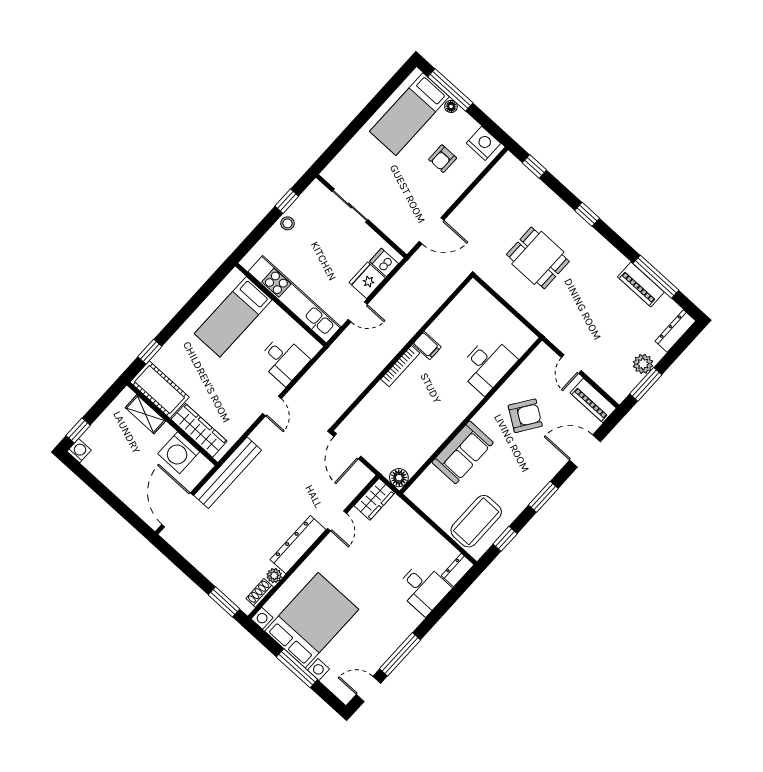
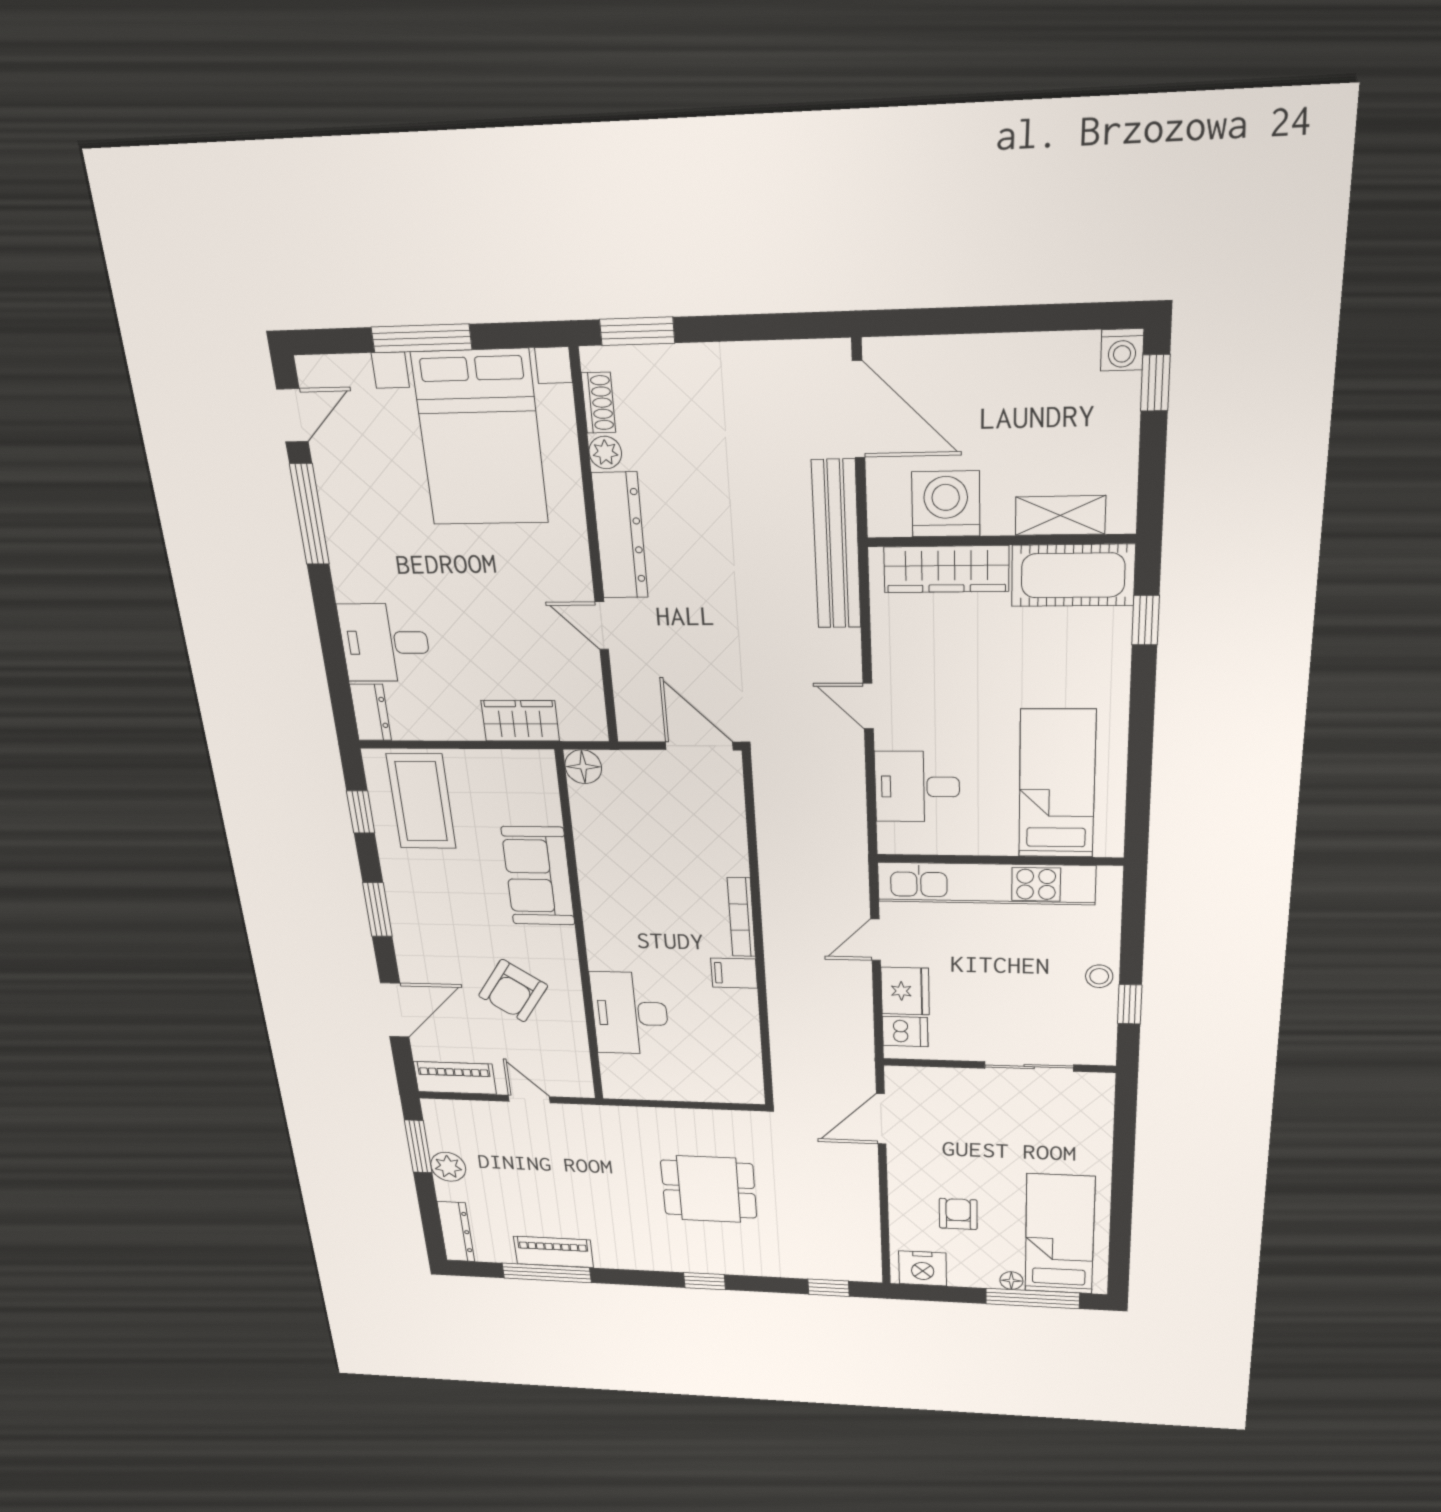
wardrobe: (374, 499) -> (520, 721), moved, turned 90

